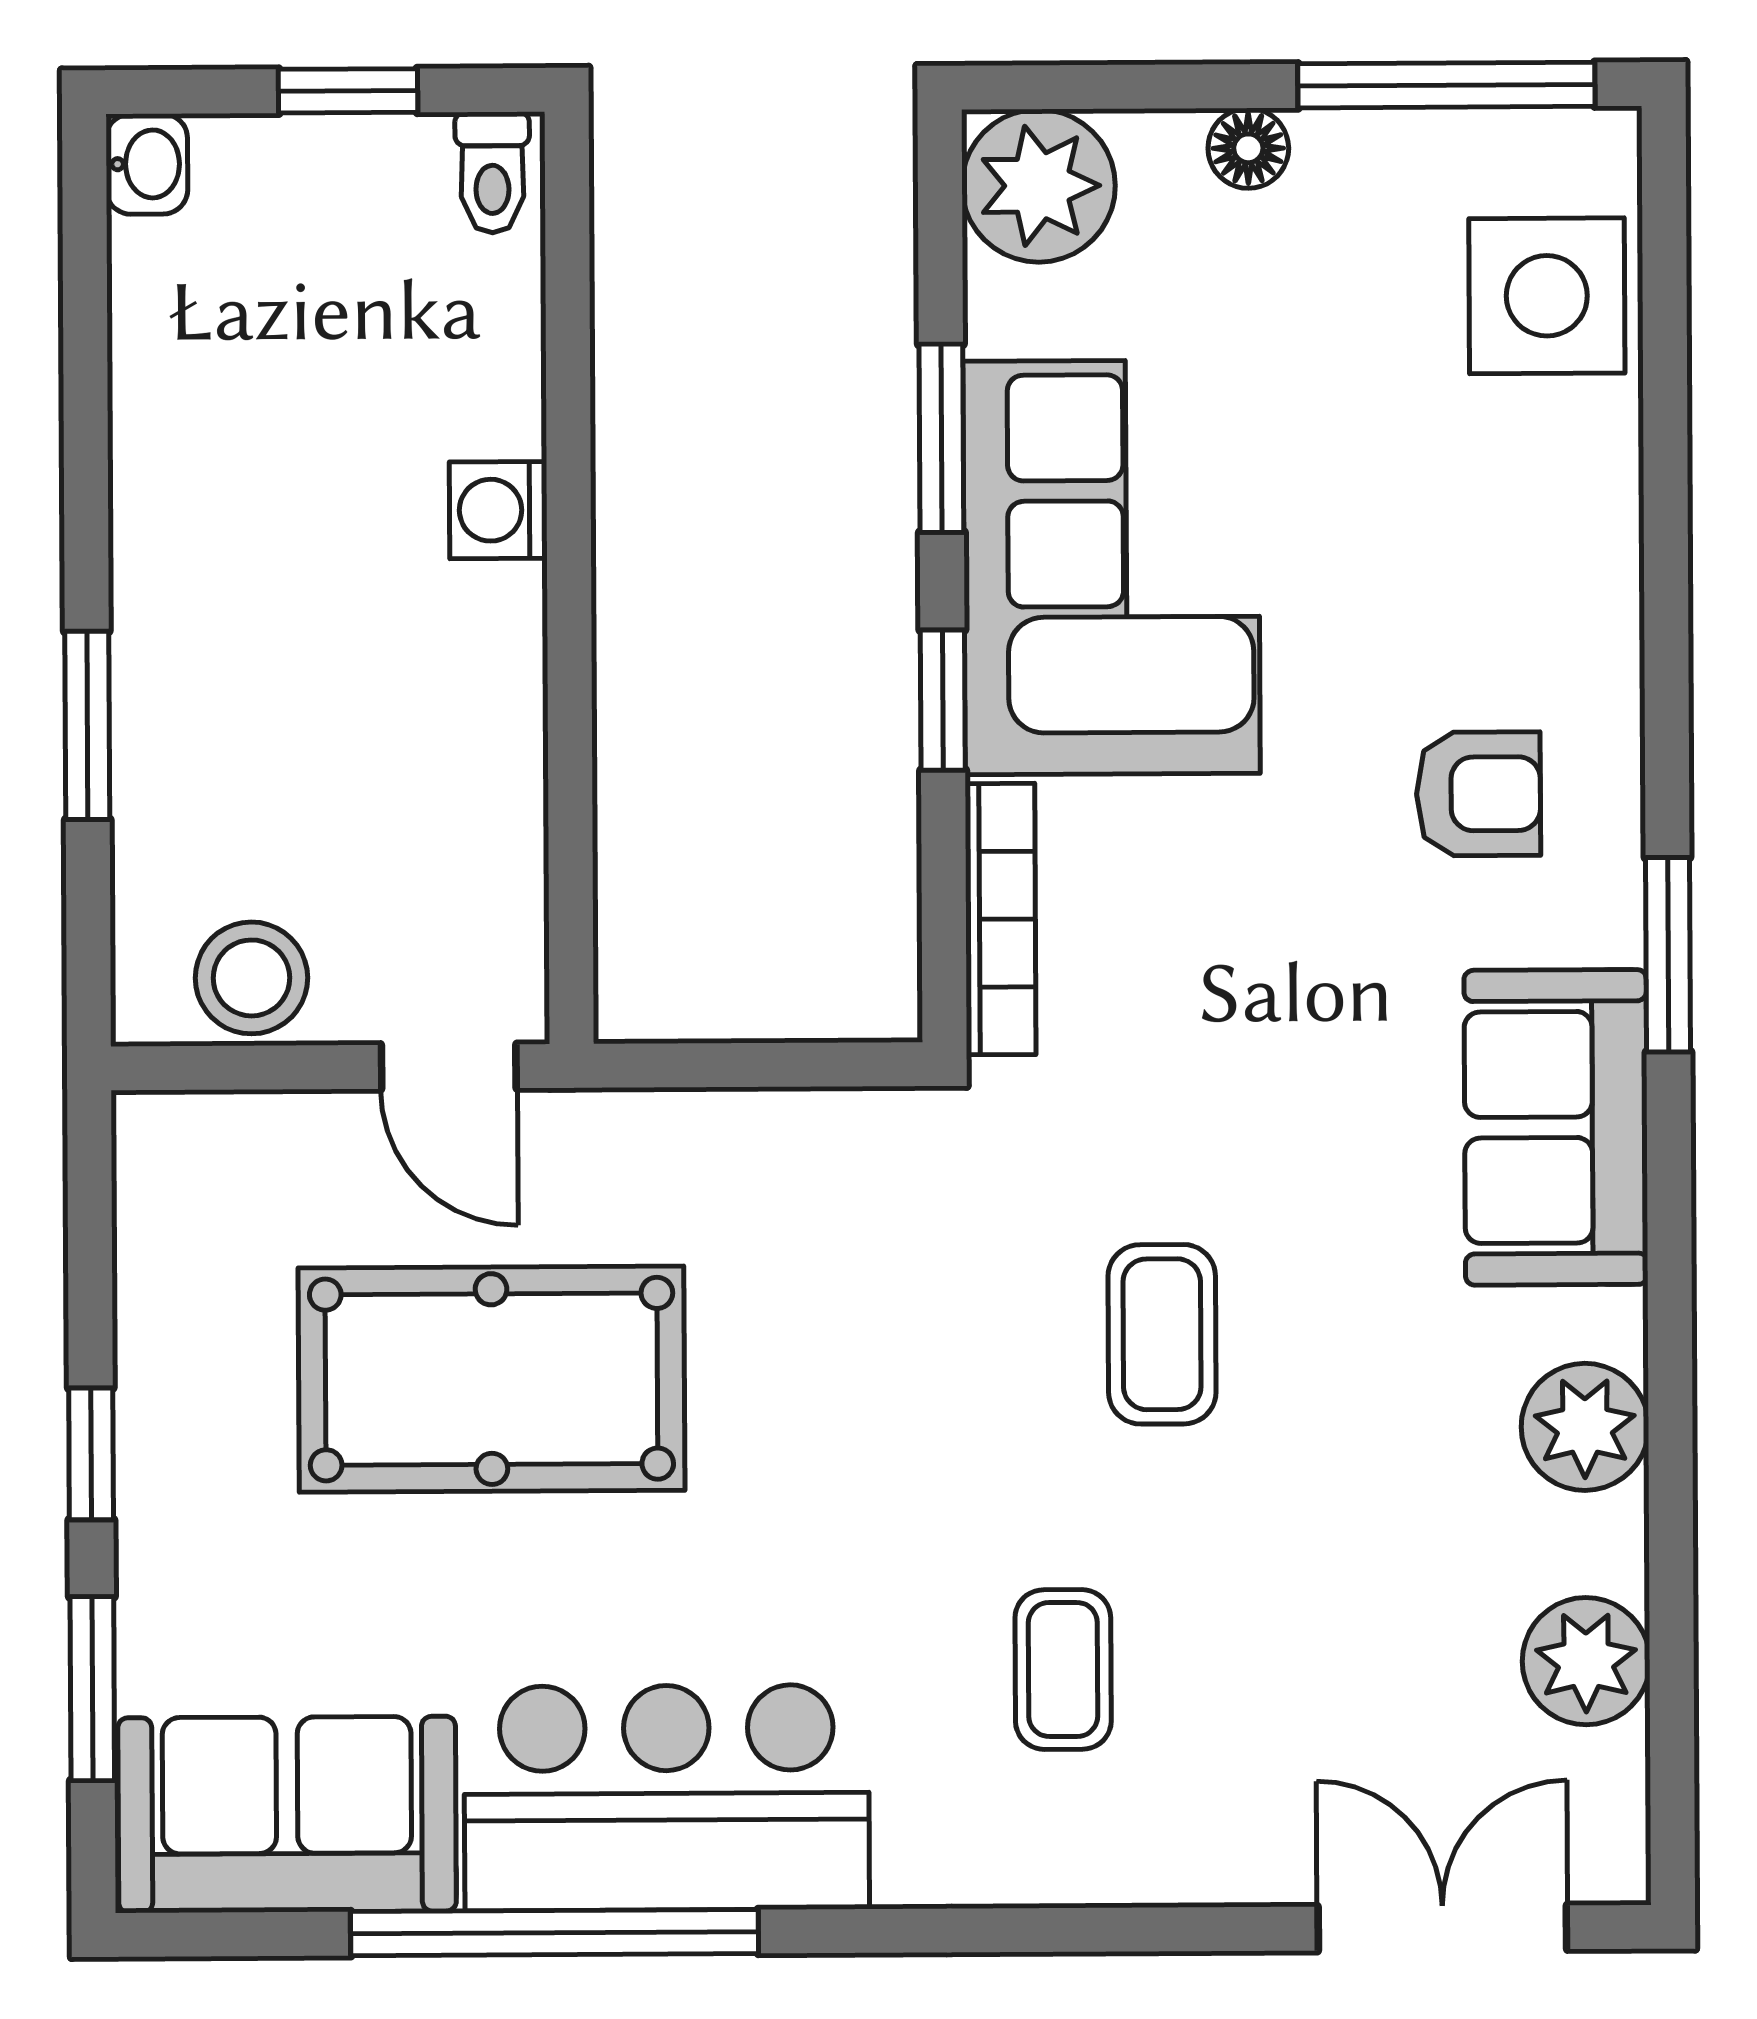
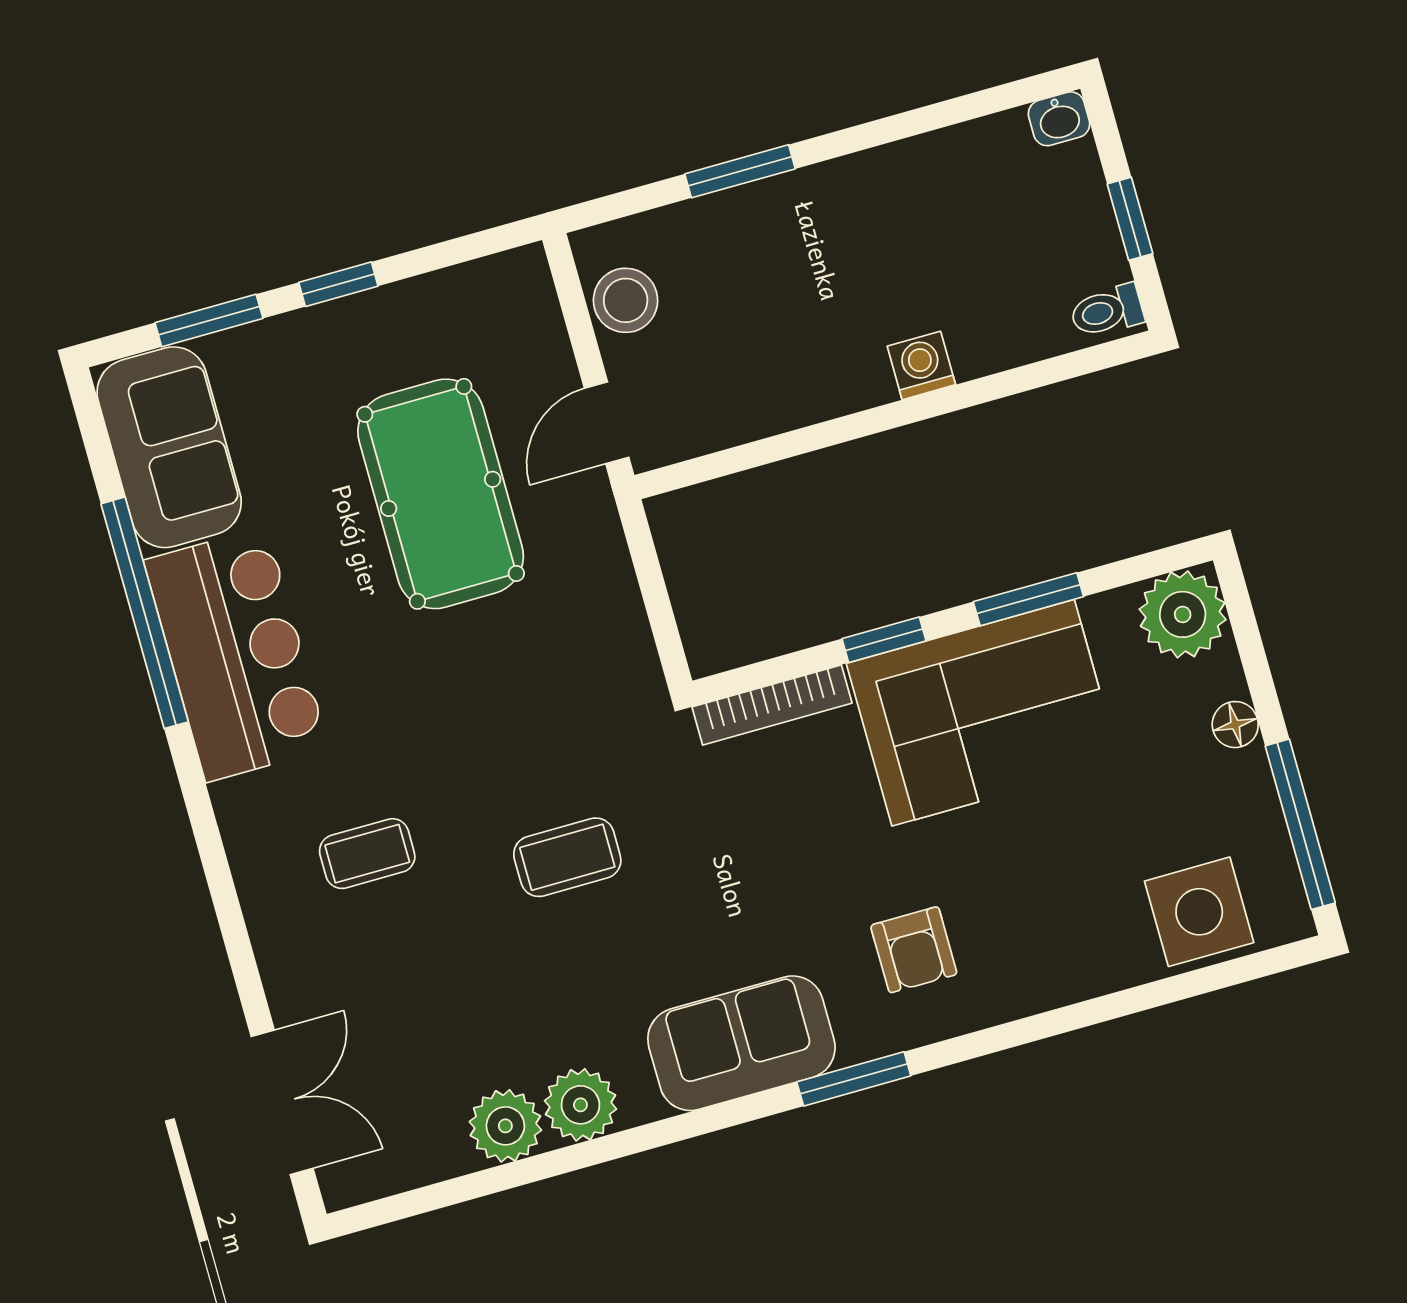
plant: (1586, 1661) -> (505, 1126), moved

